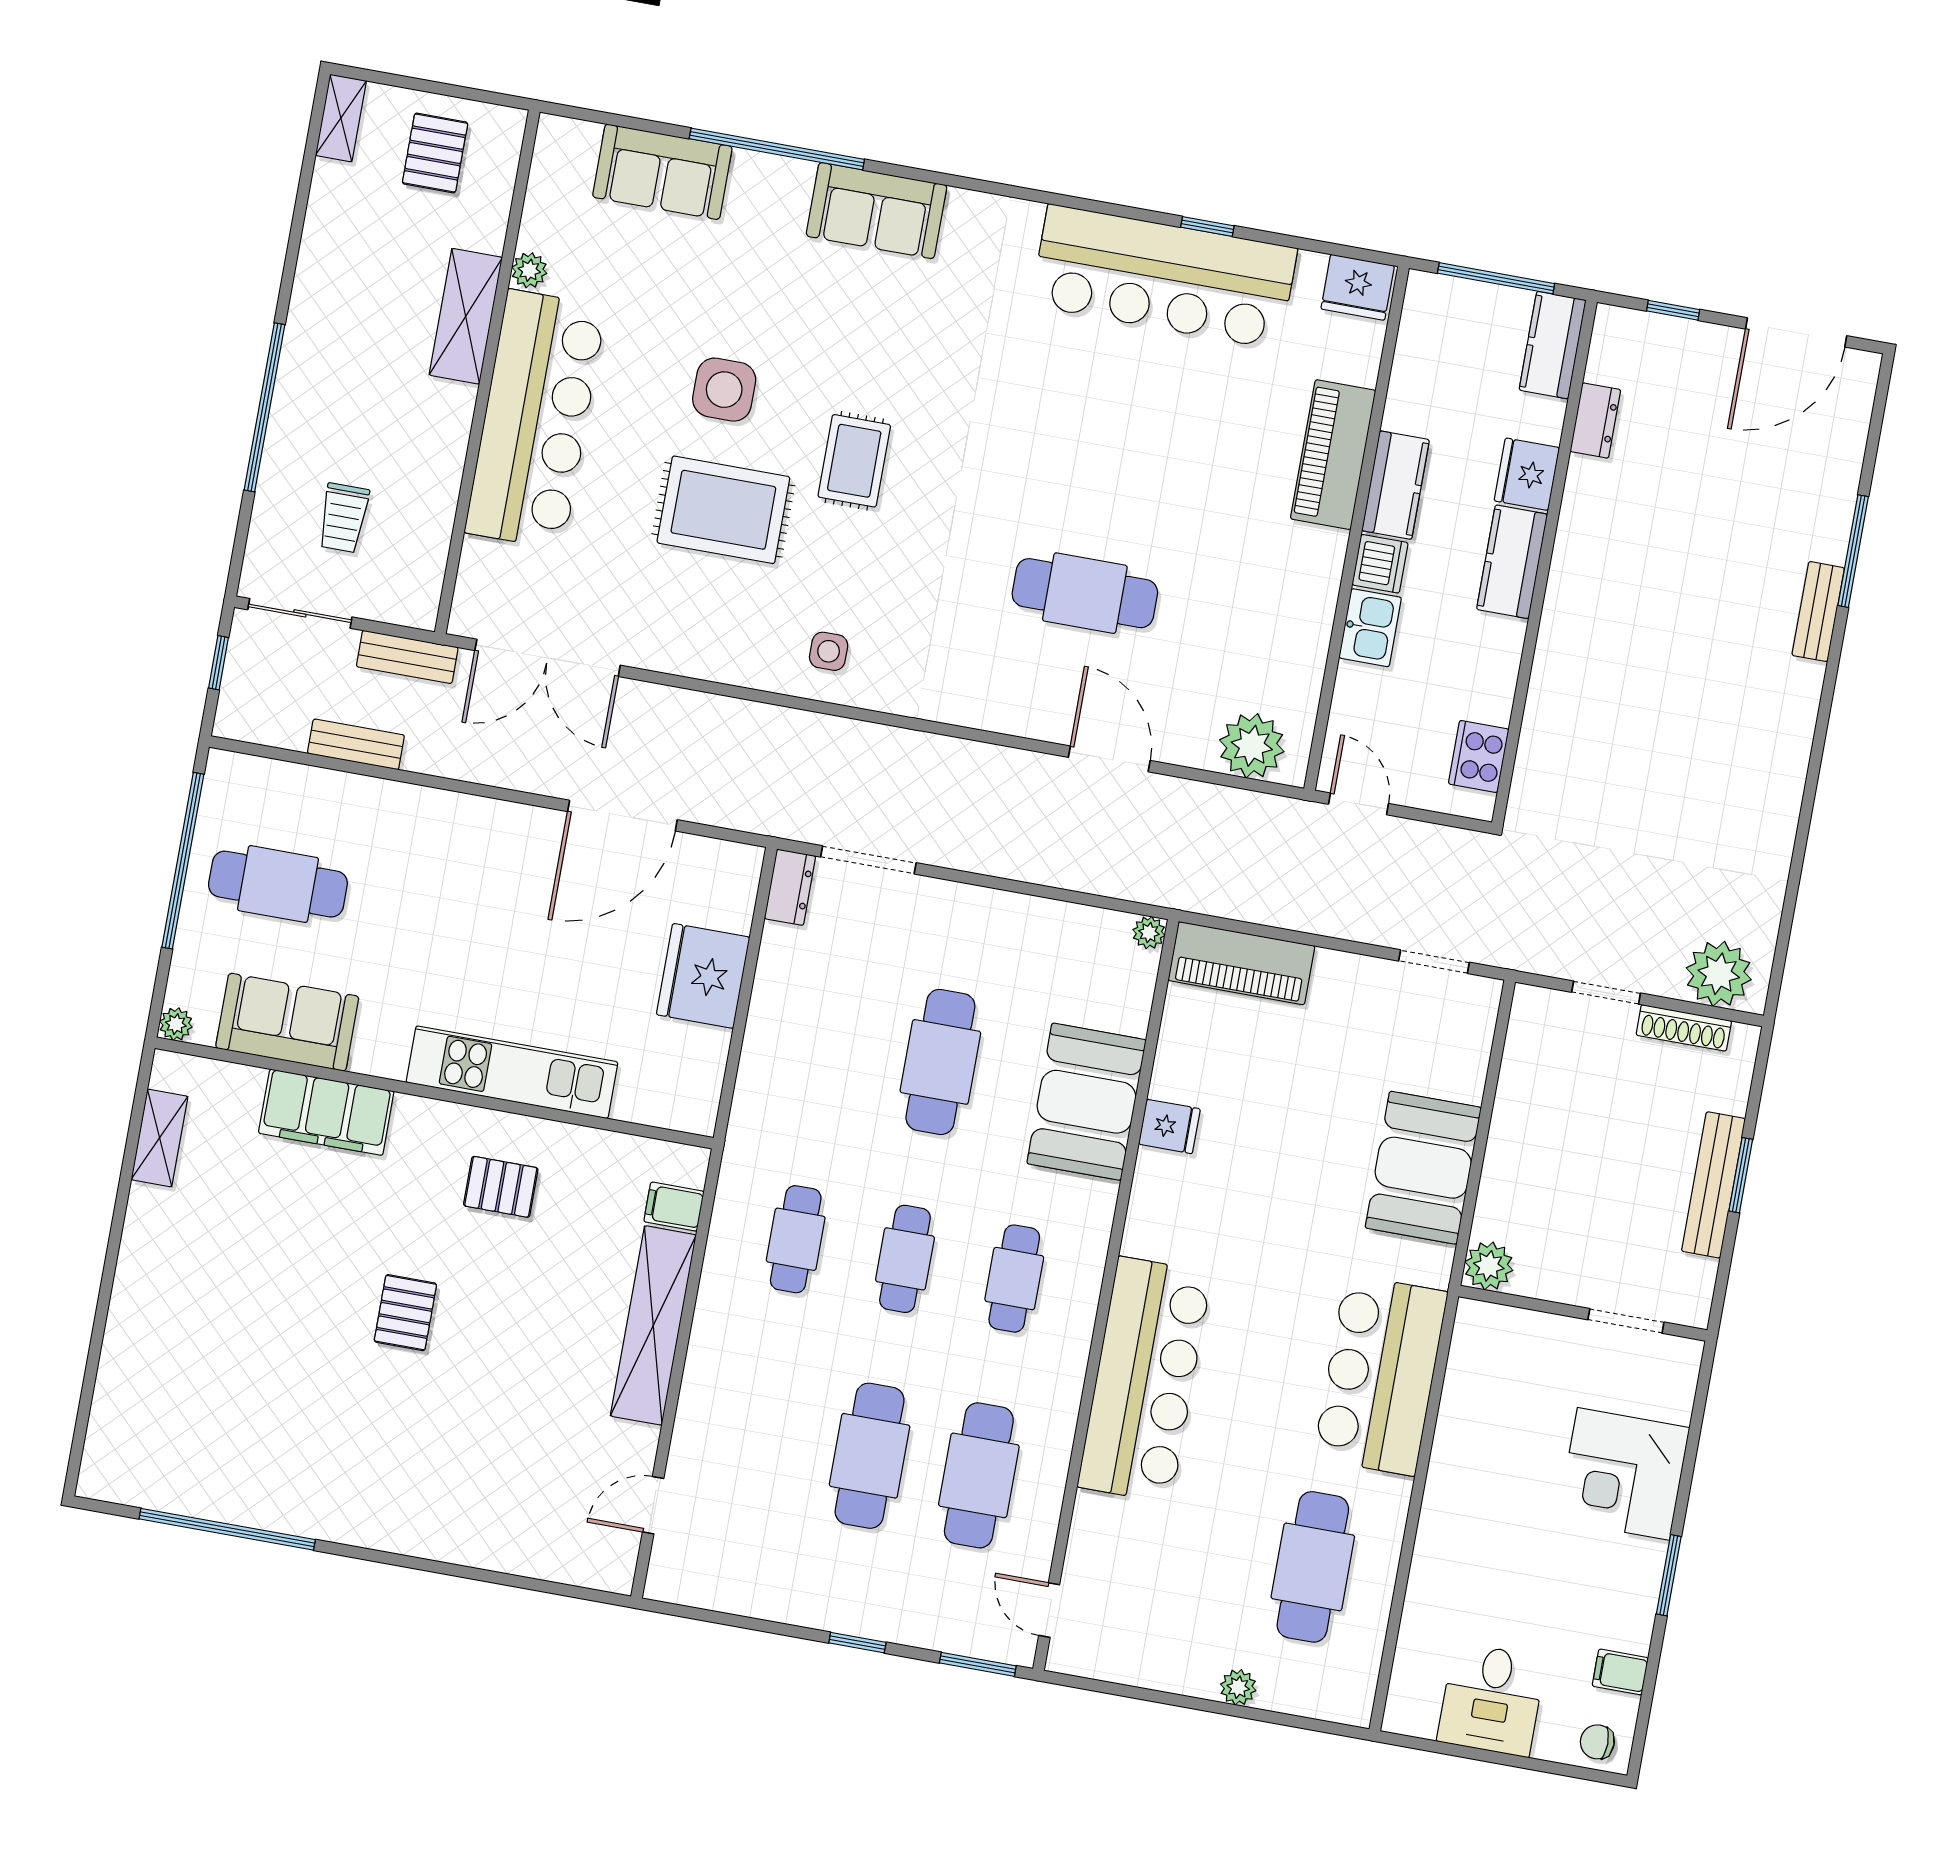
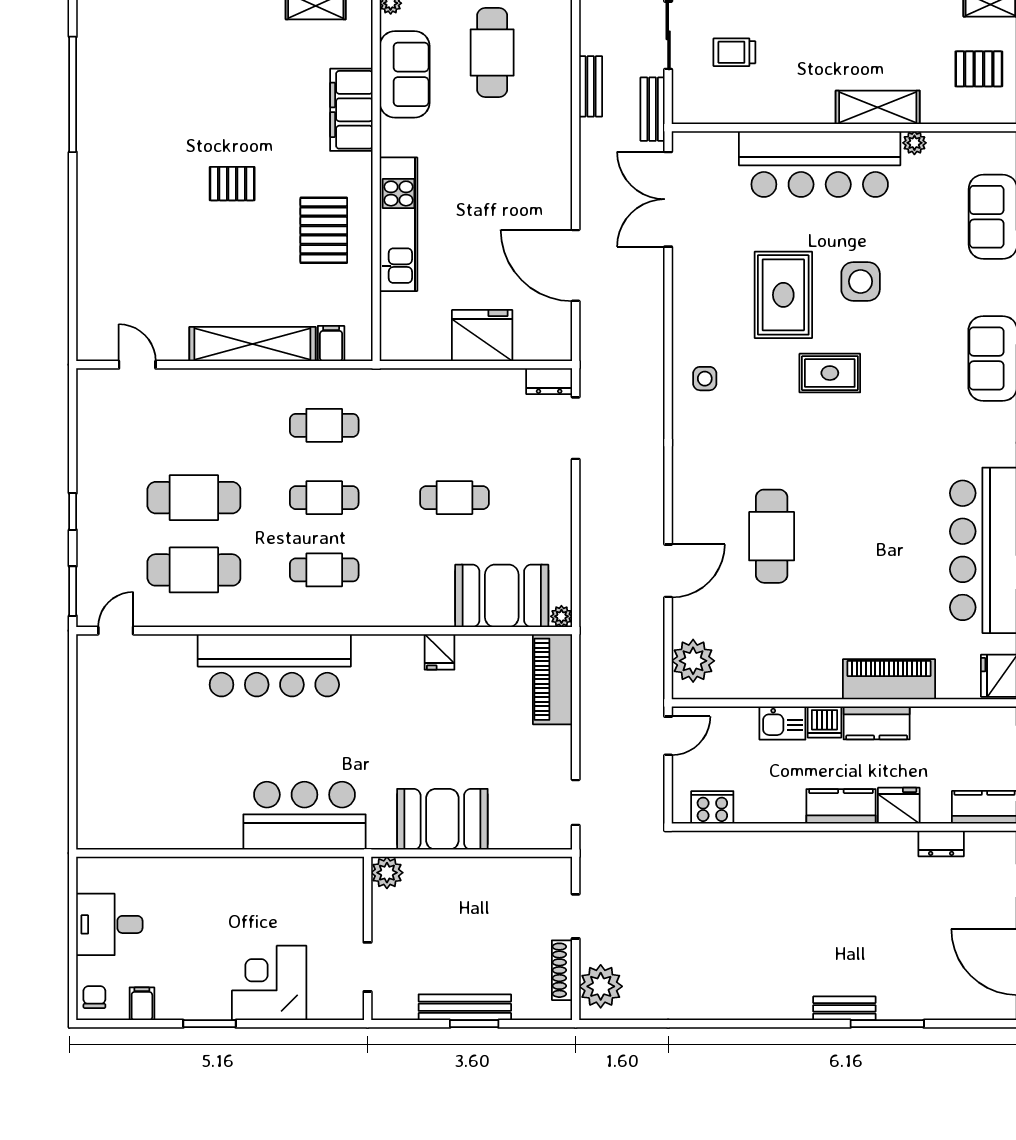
cafe table: (940, 1062) -> (454, 498), width x0.73, depth x0.74
booth: (1087, 1102) -> (502, 596), moved
pallet: (501, 1187) -> (324, 230), width x1.50, depth x1.42
cafe table: (1313, 1567) -> (174, 795), removed
plant: (1238, 1687) -> (88, 761), removed

